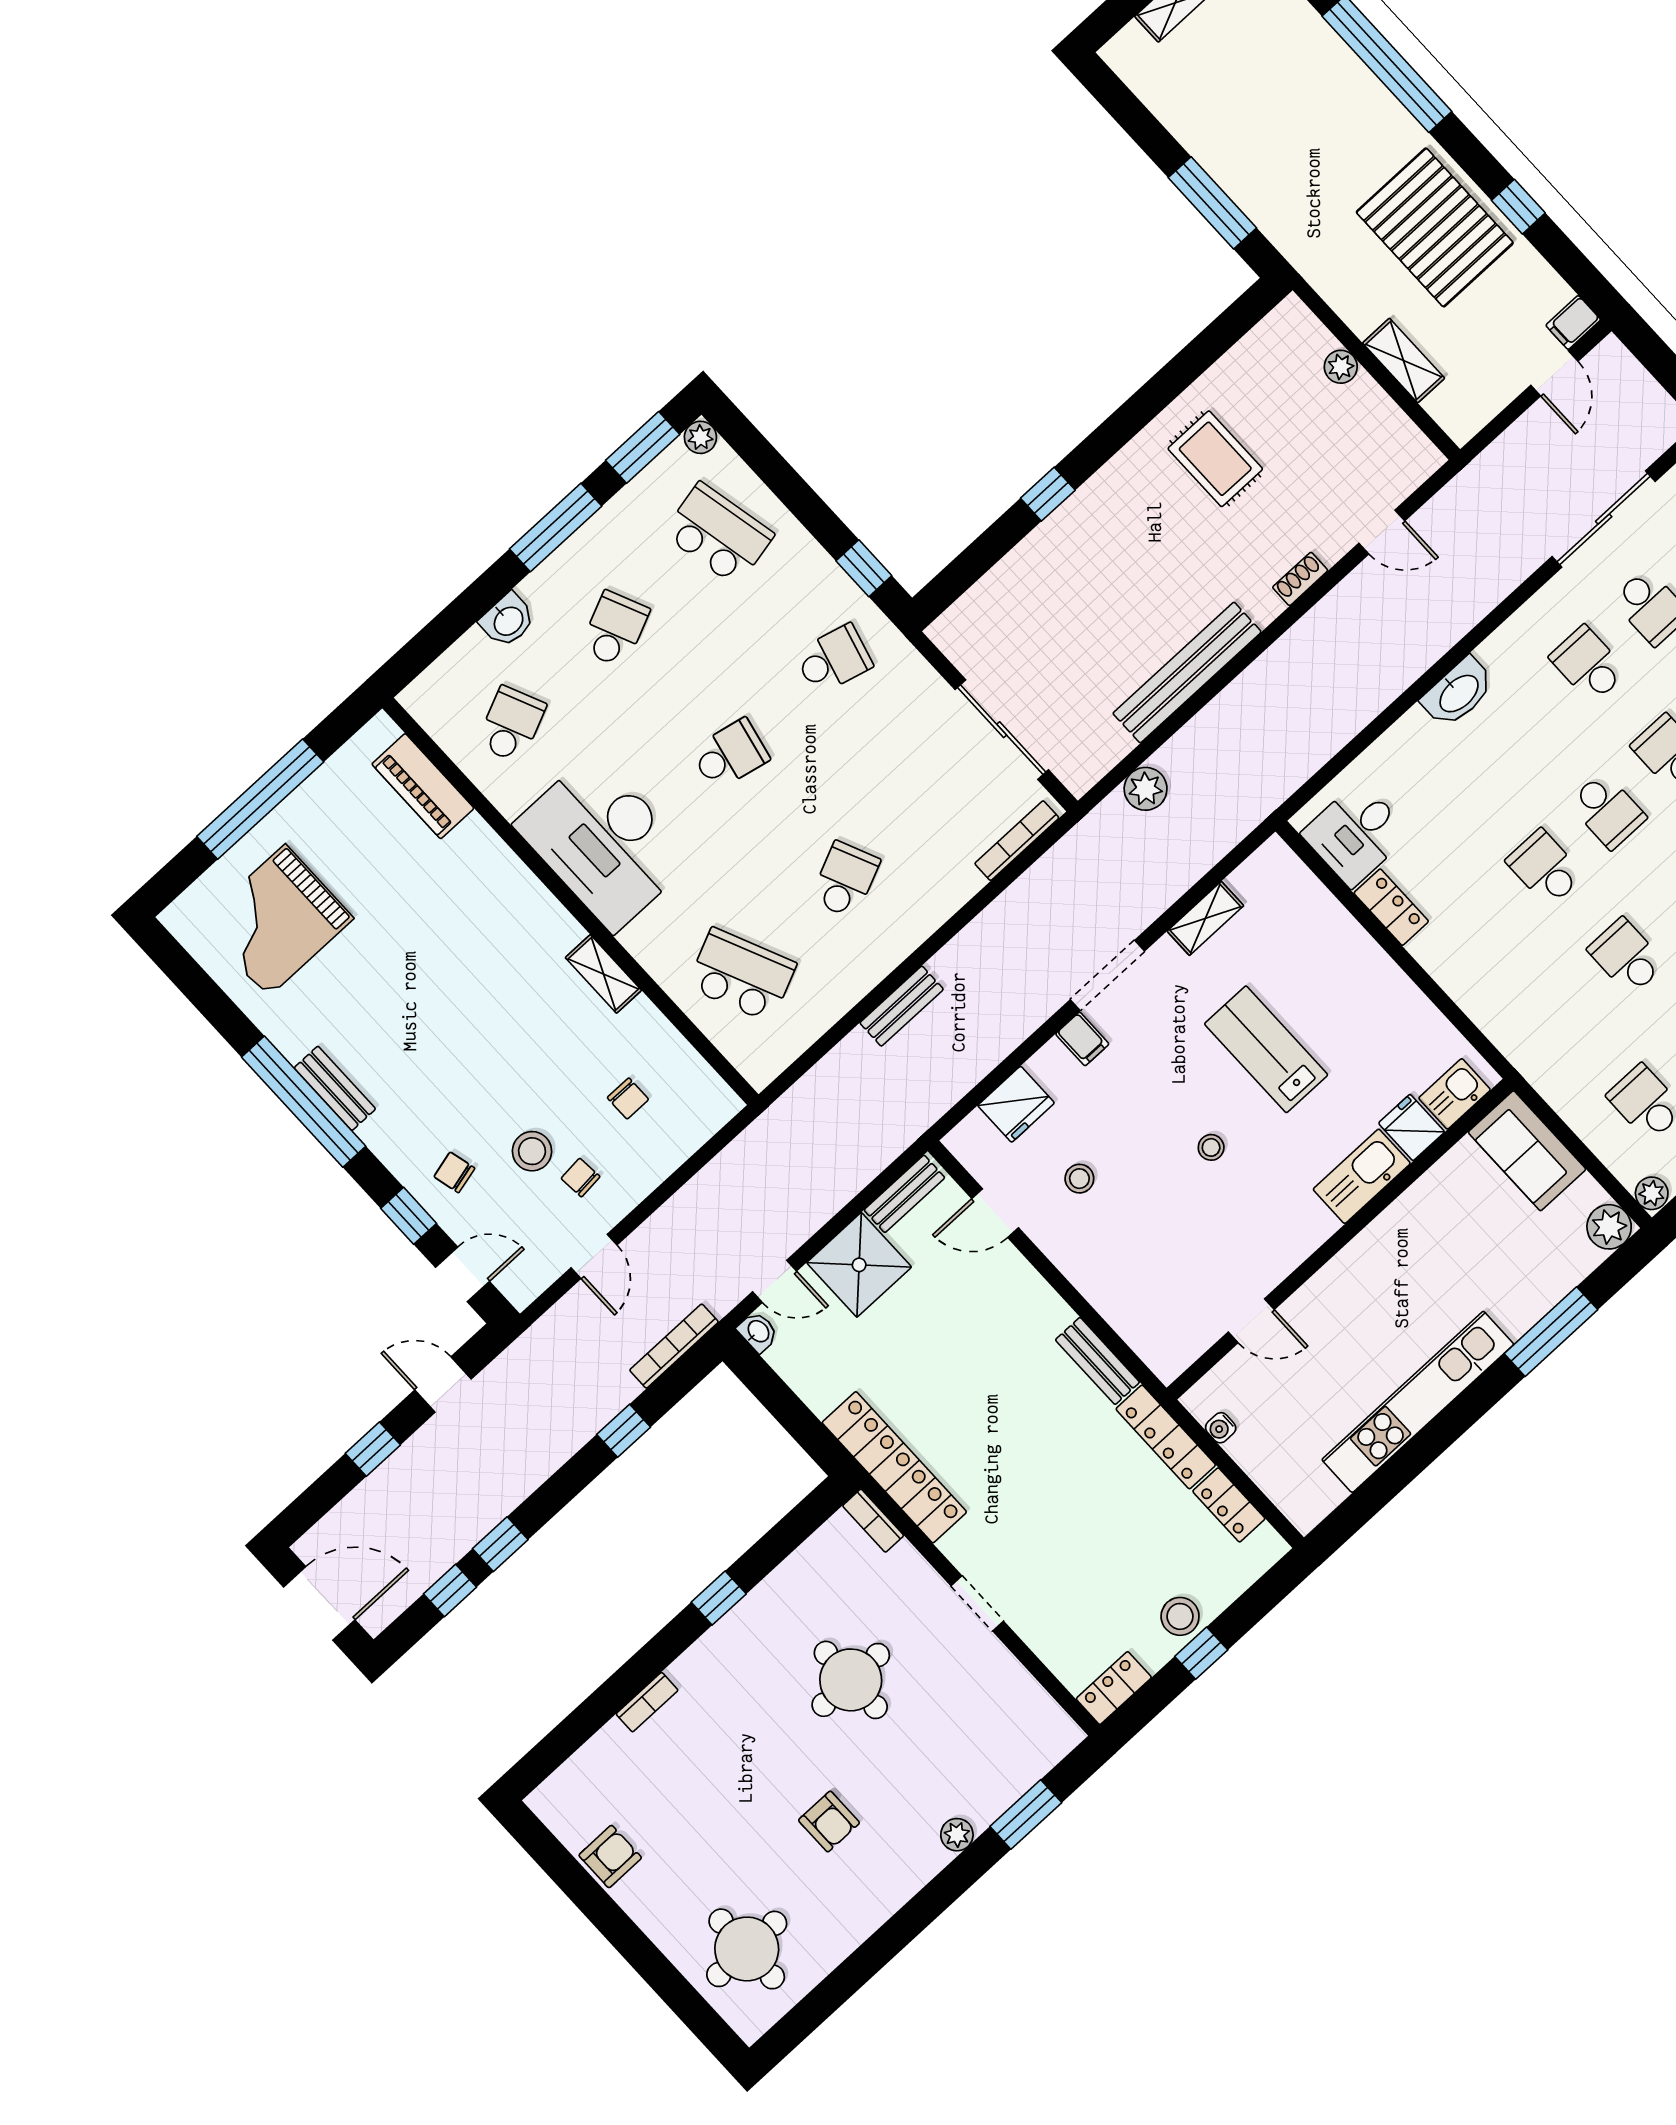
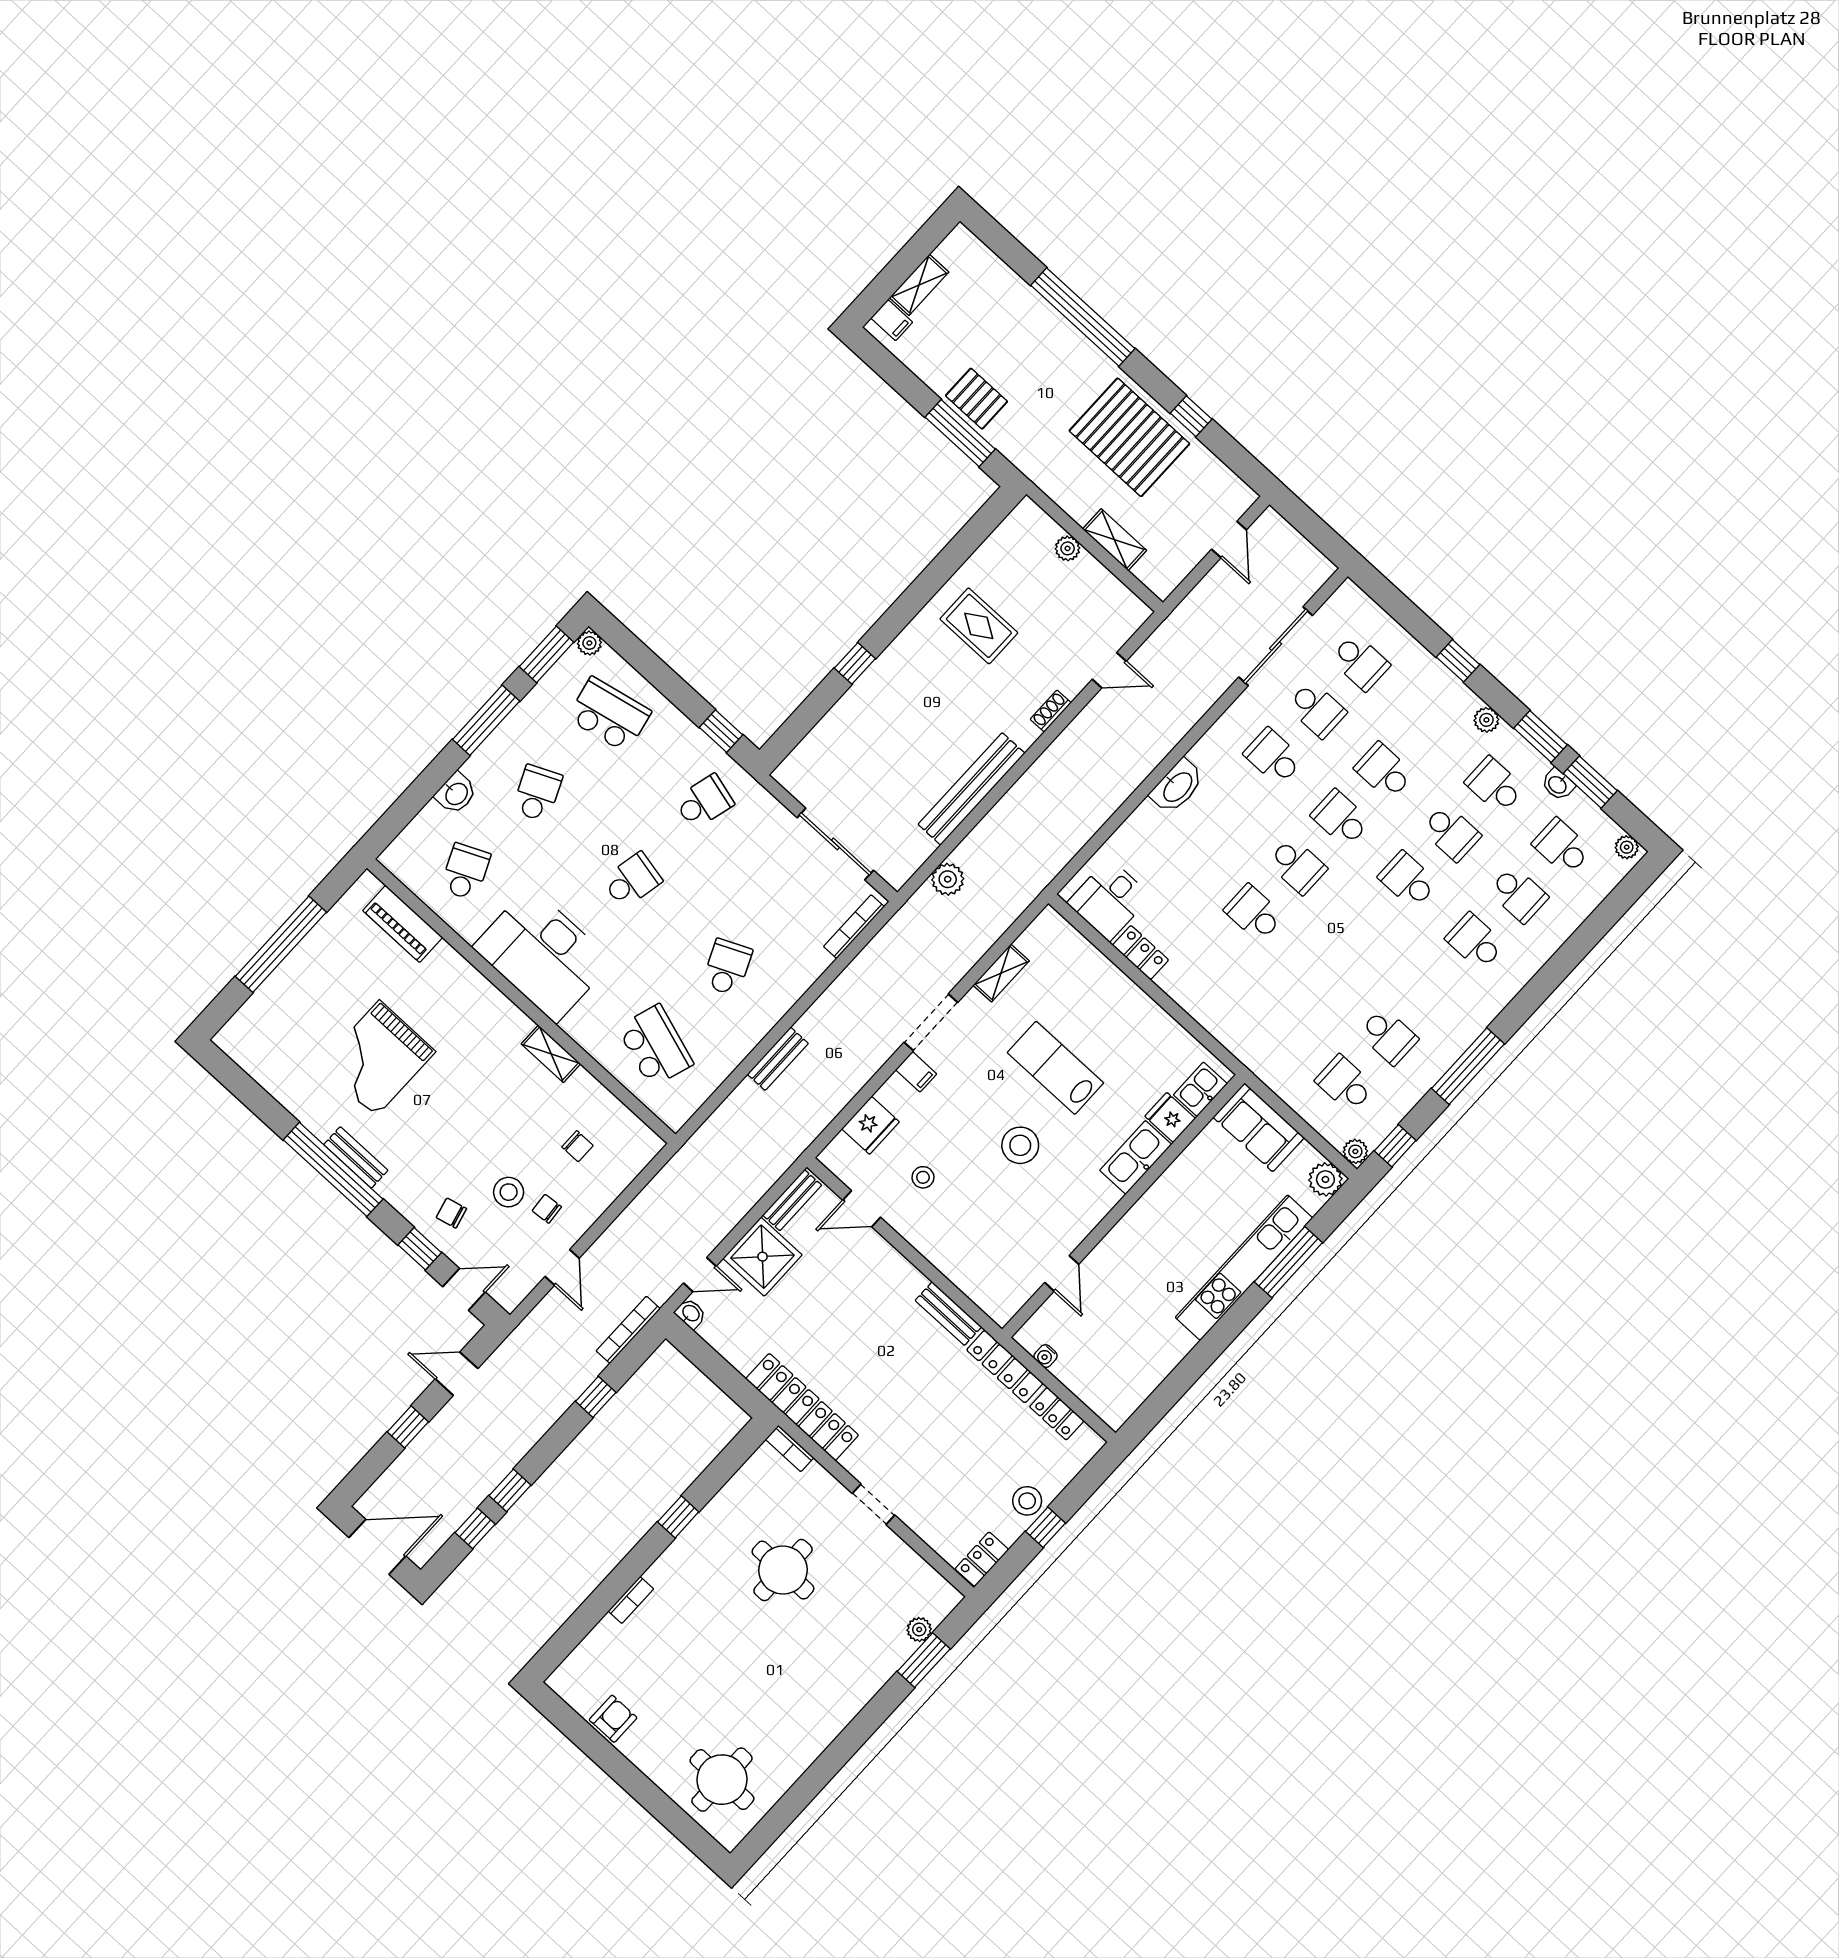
pallet: (1238, 159) -> (976, 399), added
filing cabinet: (1573, 322) -> (892, 320), moved, turned -90
grand piano: (277, 921) -> (378, 1058), moved
school desk: (1626, 957) -> (1321, 975), removed
school desk: (742, 975) -> (655, 1046), turned 42
stool: (1211, 1147) -> (1020, 1145), width x1.89, depth x1.89
door: (1251, 1321) -> (1062, 1273), hinge flipped
kitchen unit: (1418, 1402) -> (1244, 1268), moved
armchair: (829, 1822) -> (776, 1678), removed
plant: (957, 1835) -> (919, 1629), moved

